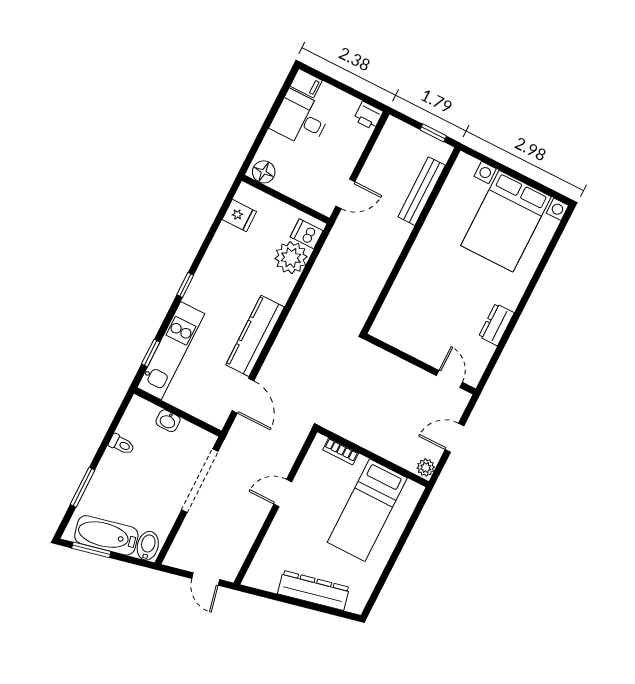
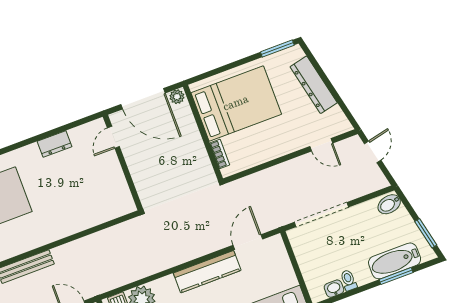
washbasin: (168, 421) -> (334, 289), moved, turned -90
door: (455, 438) -> (143, 99), width x1.87
door: (283, 493) -> (321, 145), moved
bed: (367, 510) -> (236, 103), width x1.50
bathtub: (106, 535) -> (395, 261), moved, turned 103
window: (376, 593) -> (277, 49), added

